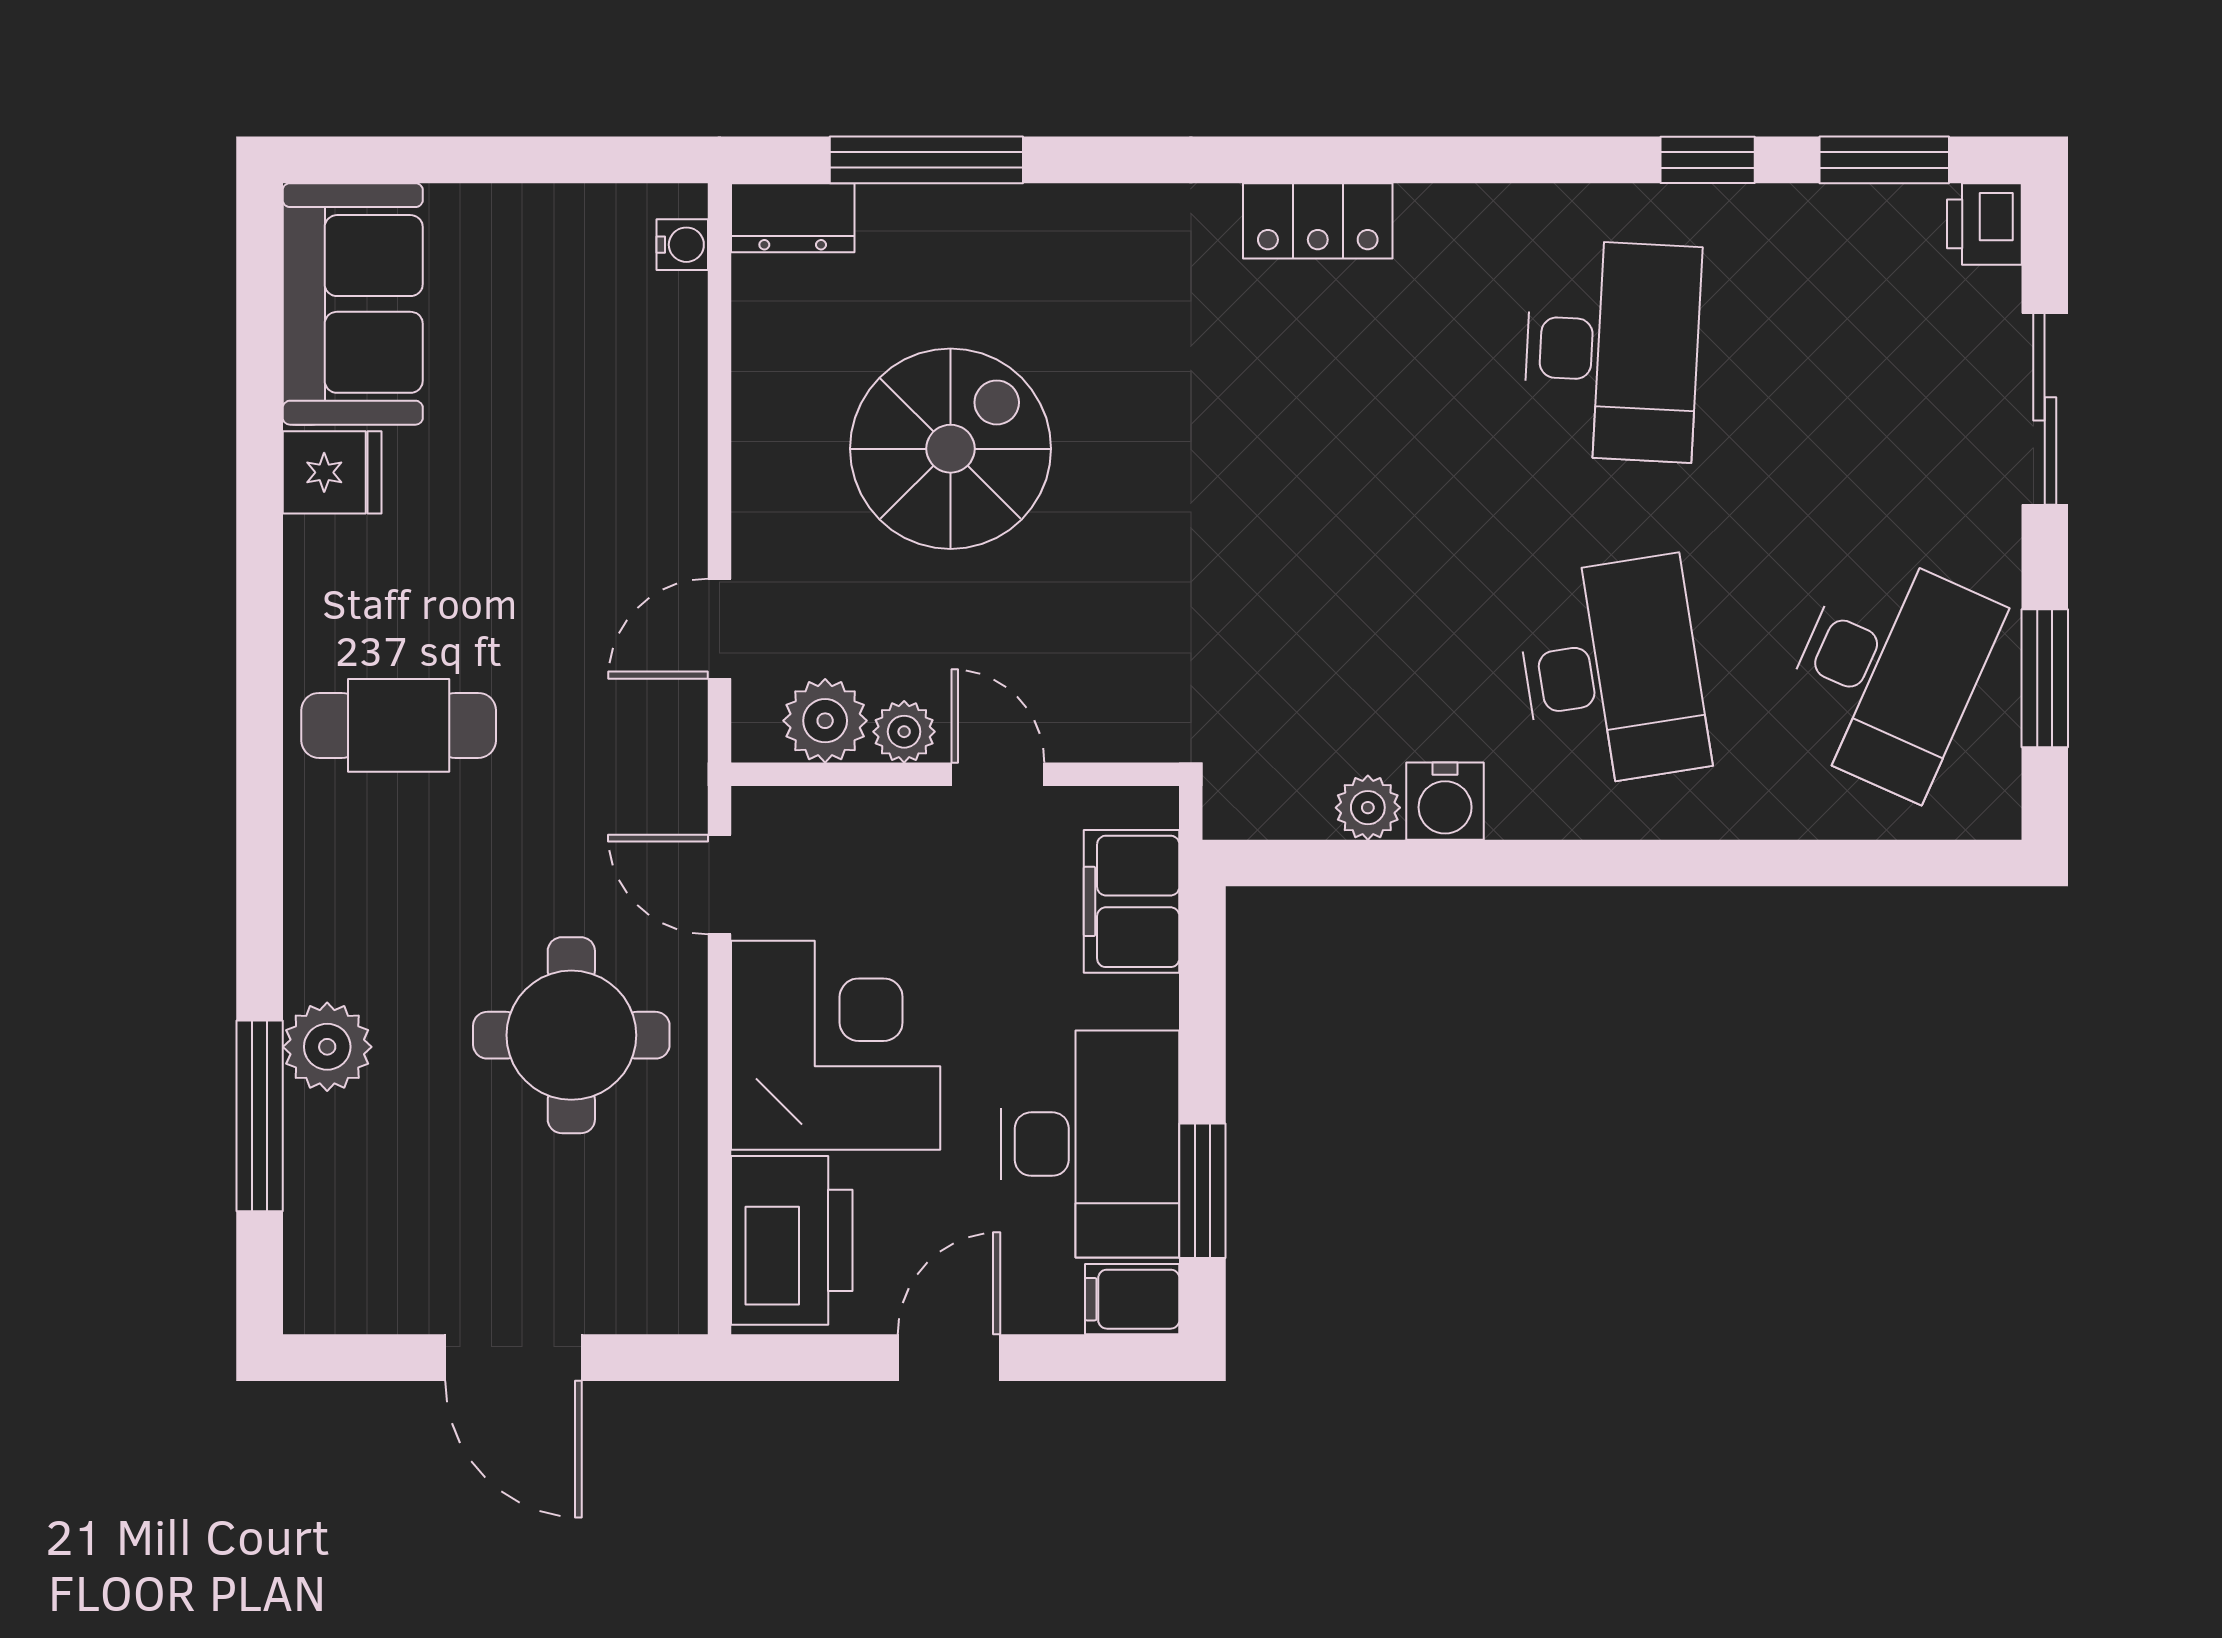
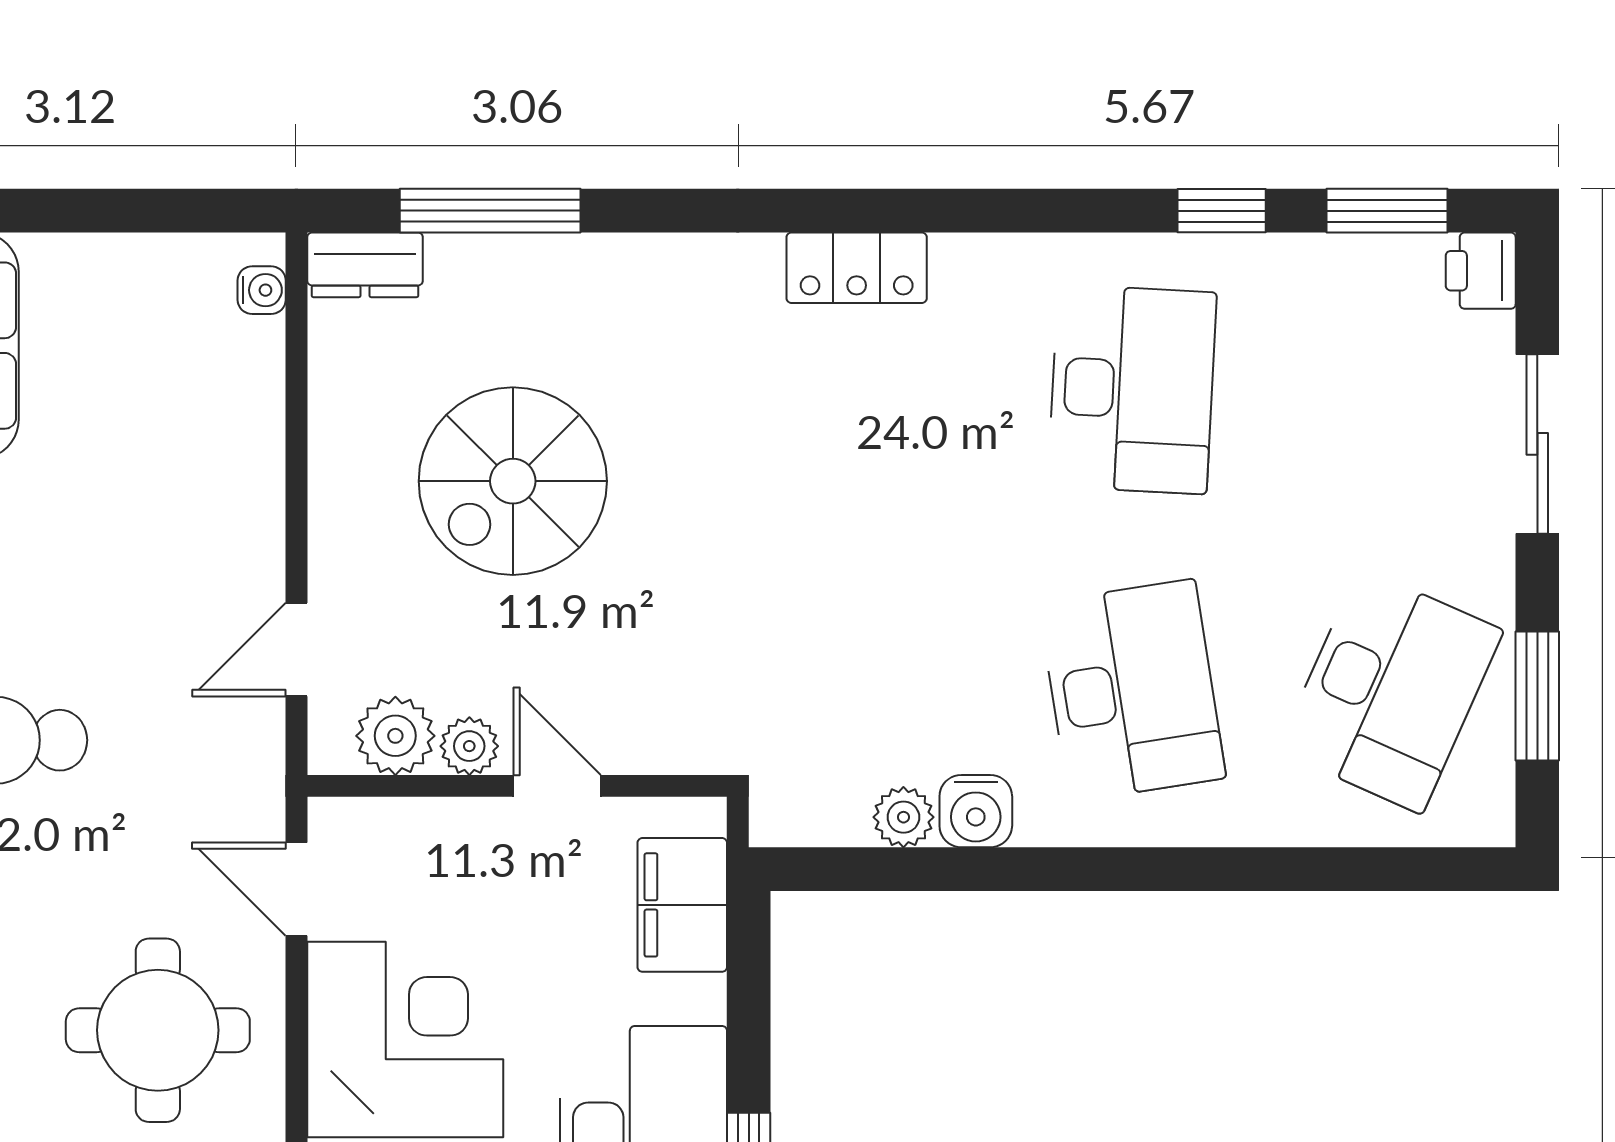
spiral stairs: (951, 449) -> (513, 481), turned 180

